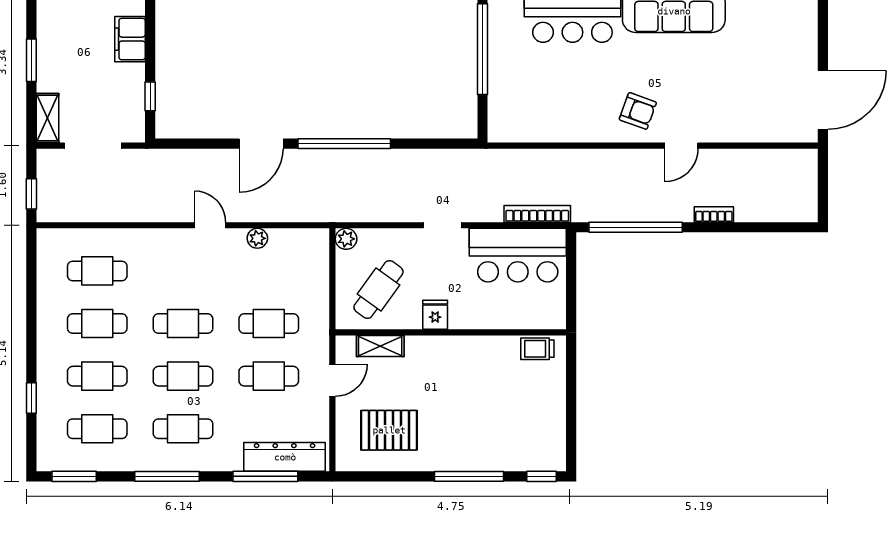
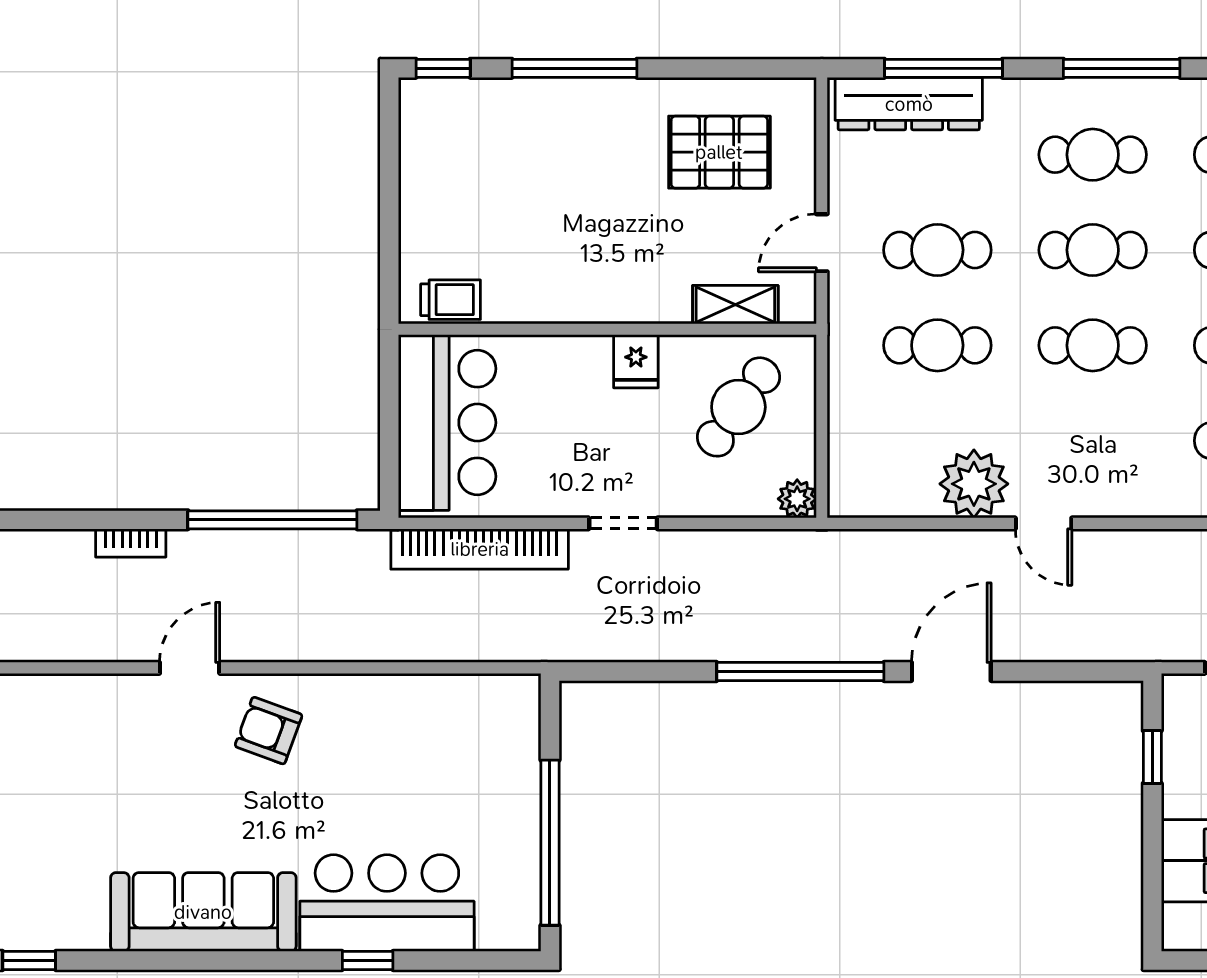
bookcase: (537, 214) -> (480, 549), width x1.48, depth x1.31
plant: (257, 238) -> (974, 484), width x1.88, depth x1.88
bar counter: (518, 255) -> (447, 423), moved, turned 90

